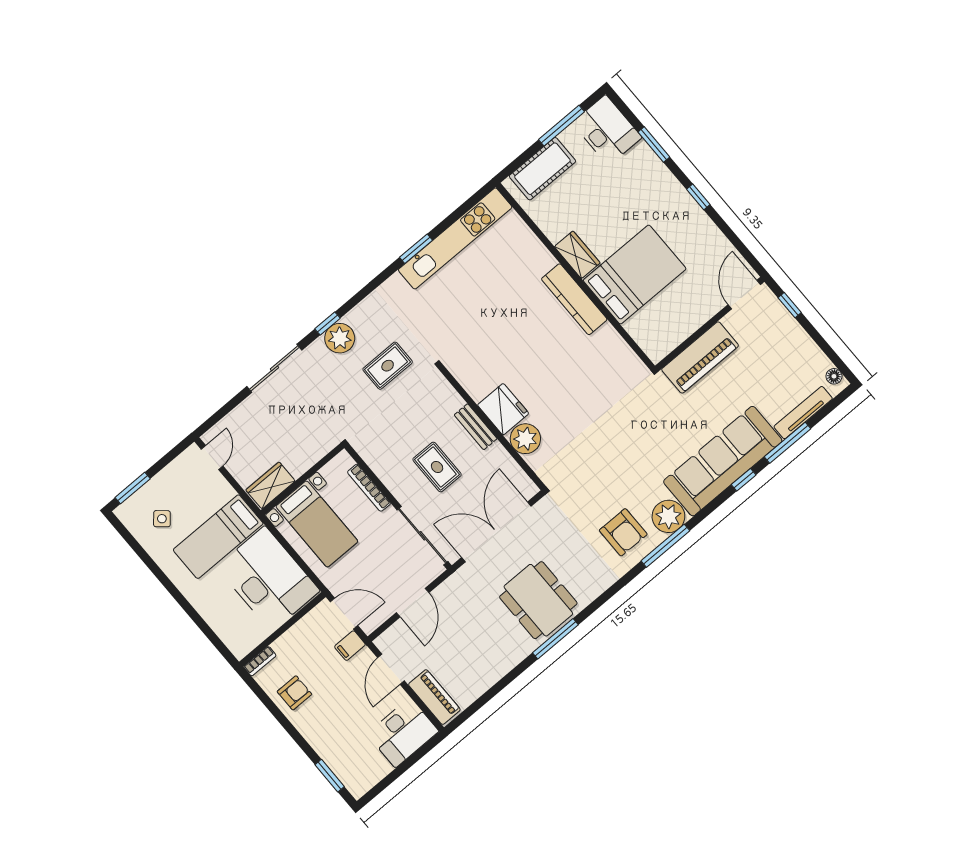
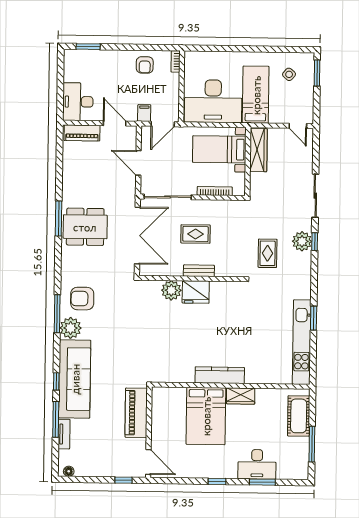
desk: (607, 130) -> (257, 464), moved
tv unit: (803, 413) -> (64, 434), width x0.71
wardrobe: (270, 485) -> (258, 150), width x1.50

